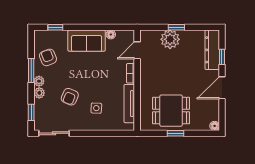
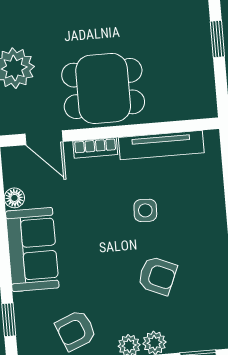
side table: (96, 108) -> (145, 210), moved
dining table: (171, 111) -> (103, 88), moved, turned 90

